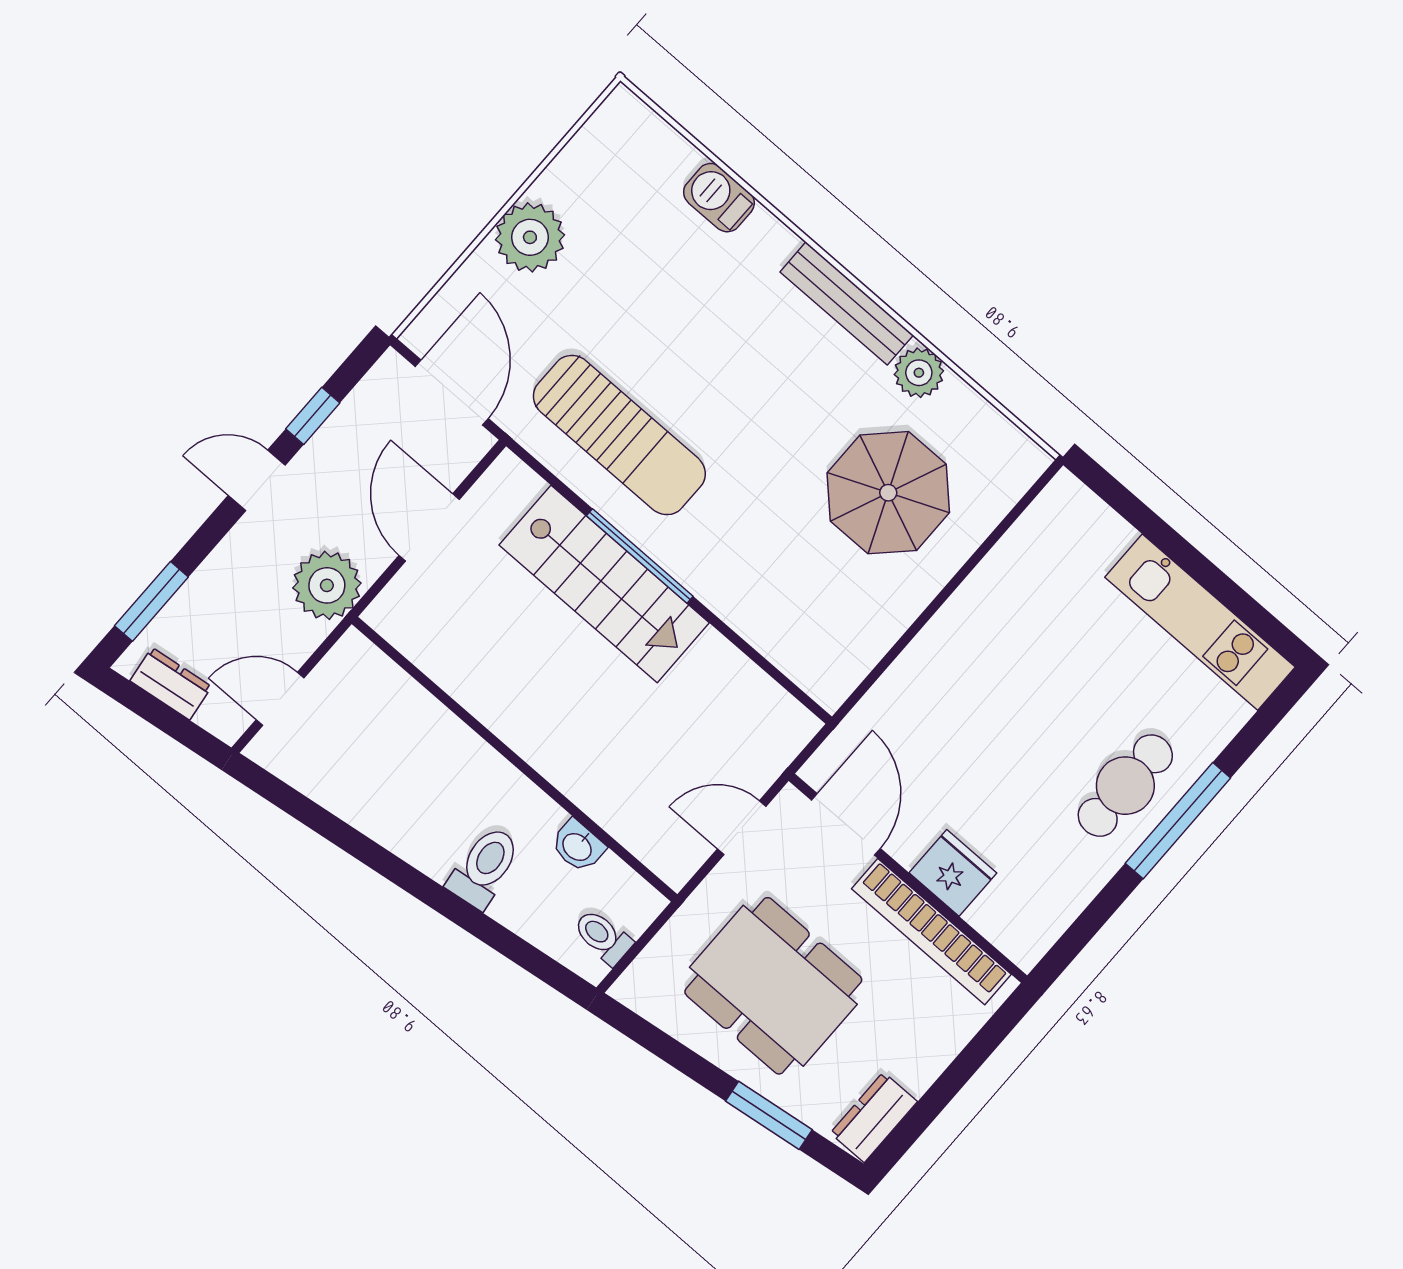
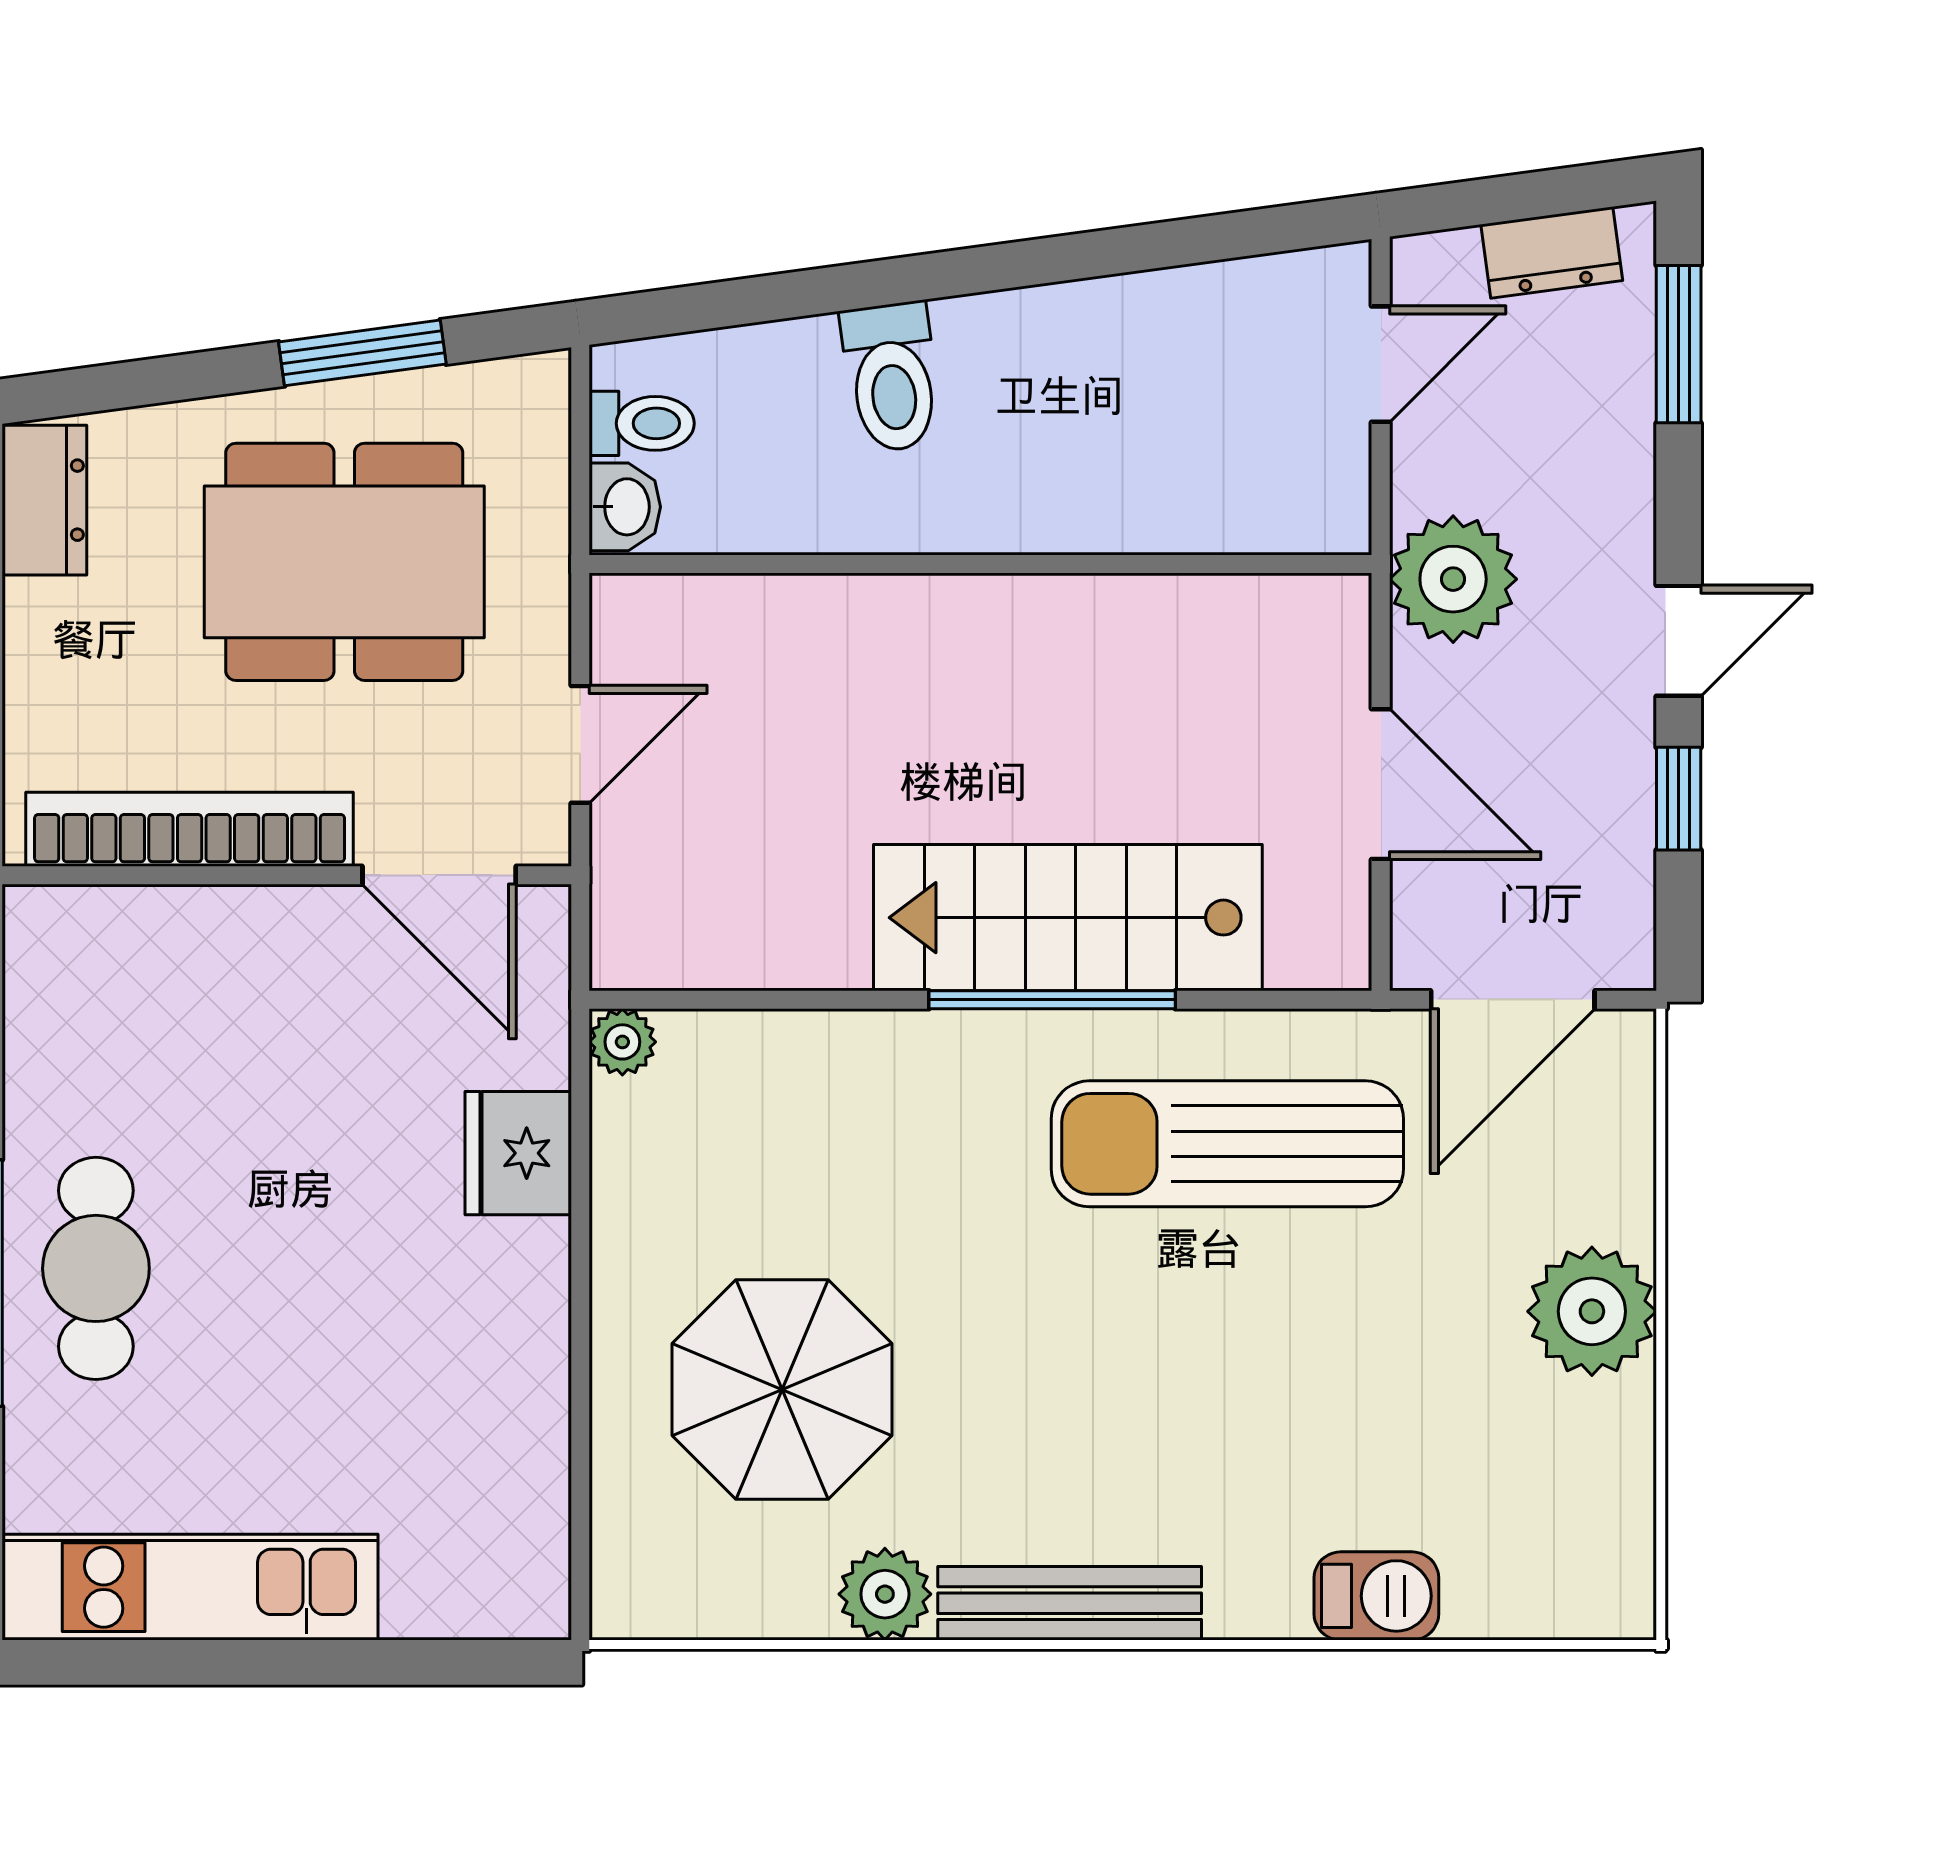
door: (452, 393) -> (1513, 1000), hinge flipped
plant: (830, 691) -> (622, 1042), added
washbasin: (578, 846) -> (625, 507), moved, turned 90
fridge: (953, 873) -> (518, 1153), moved, turned 90
window: (769, 1115) -> (362, 353), moved

